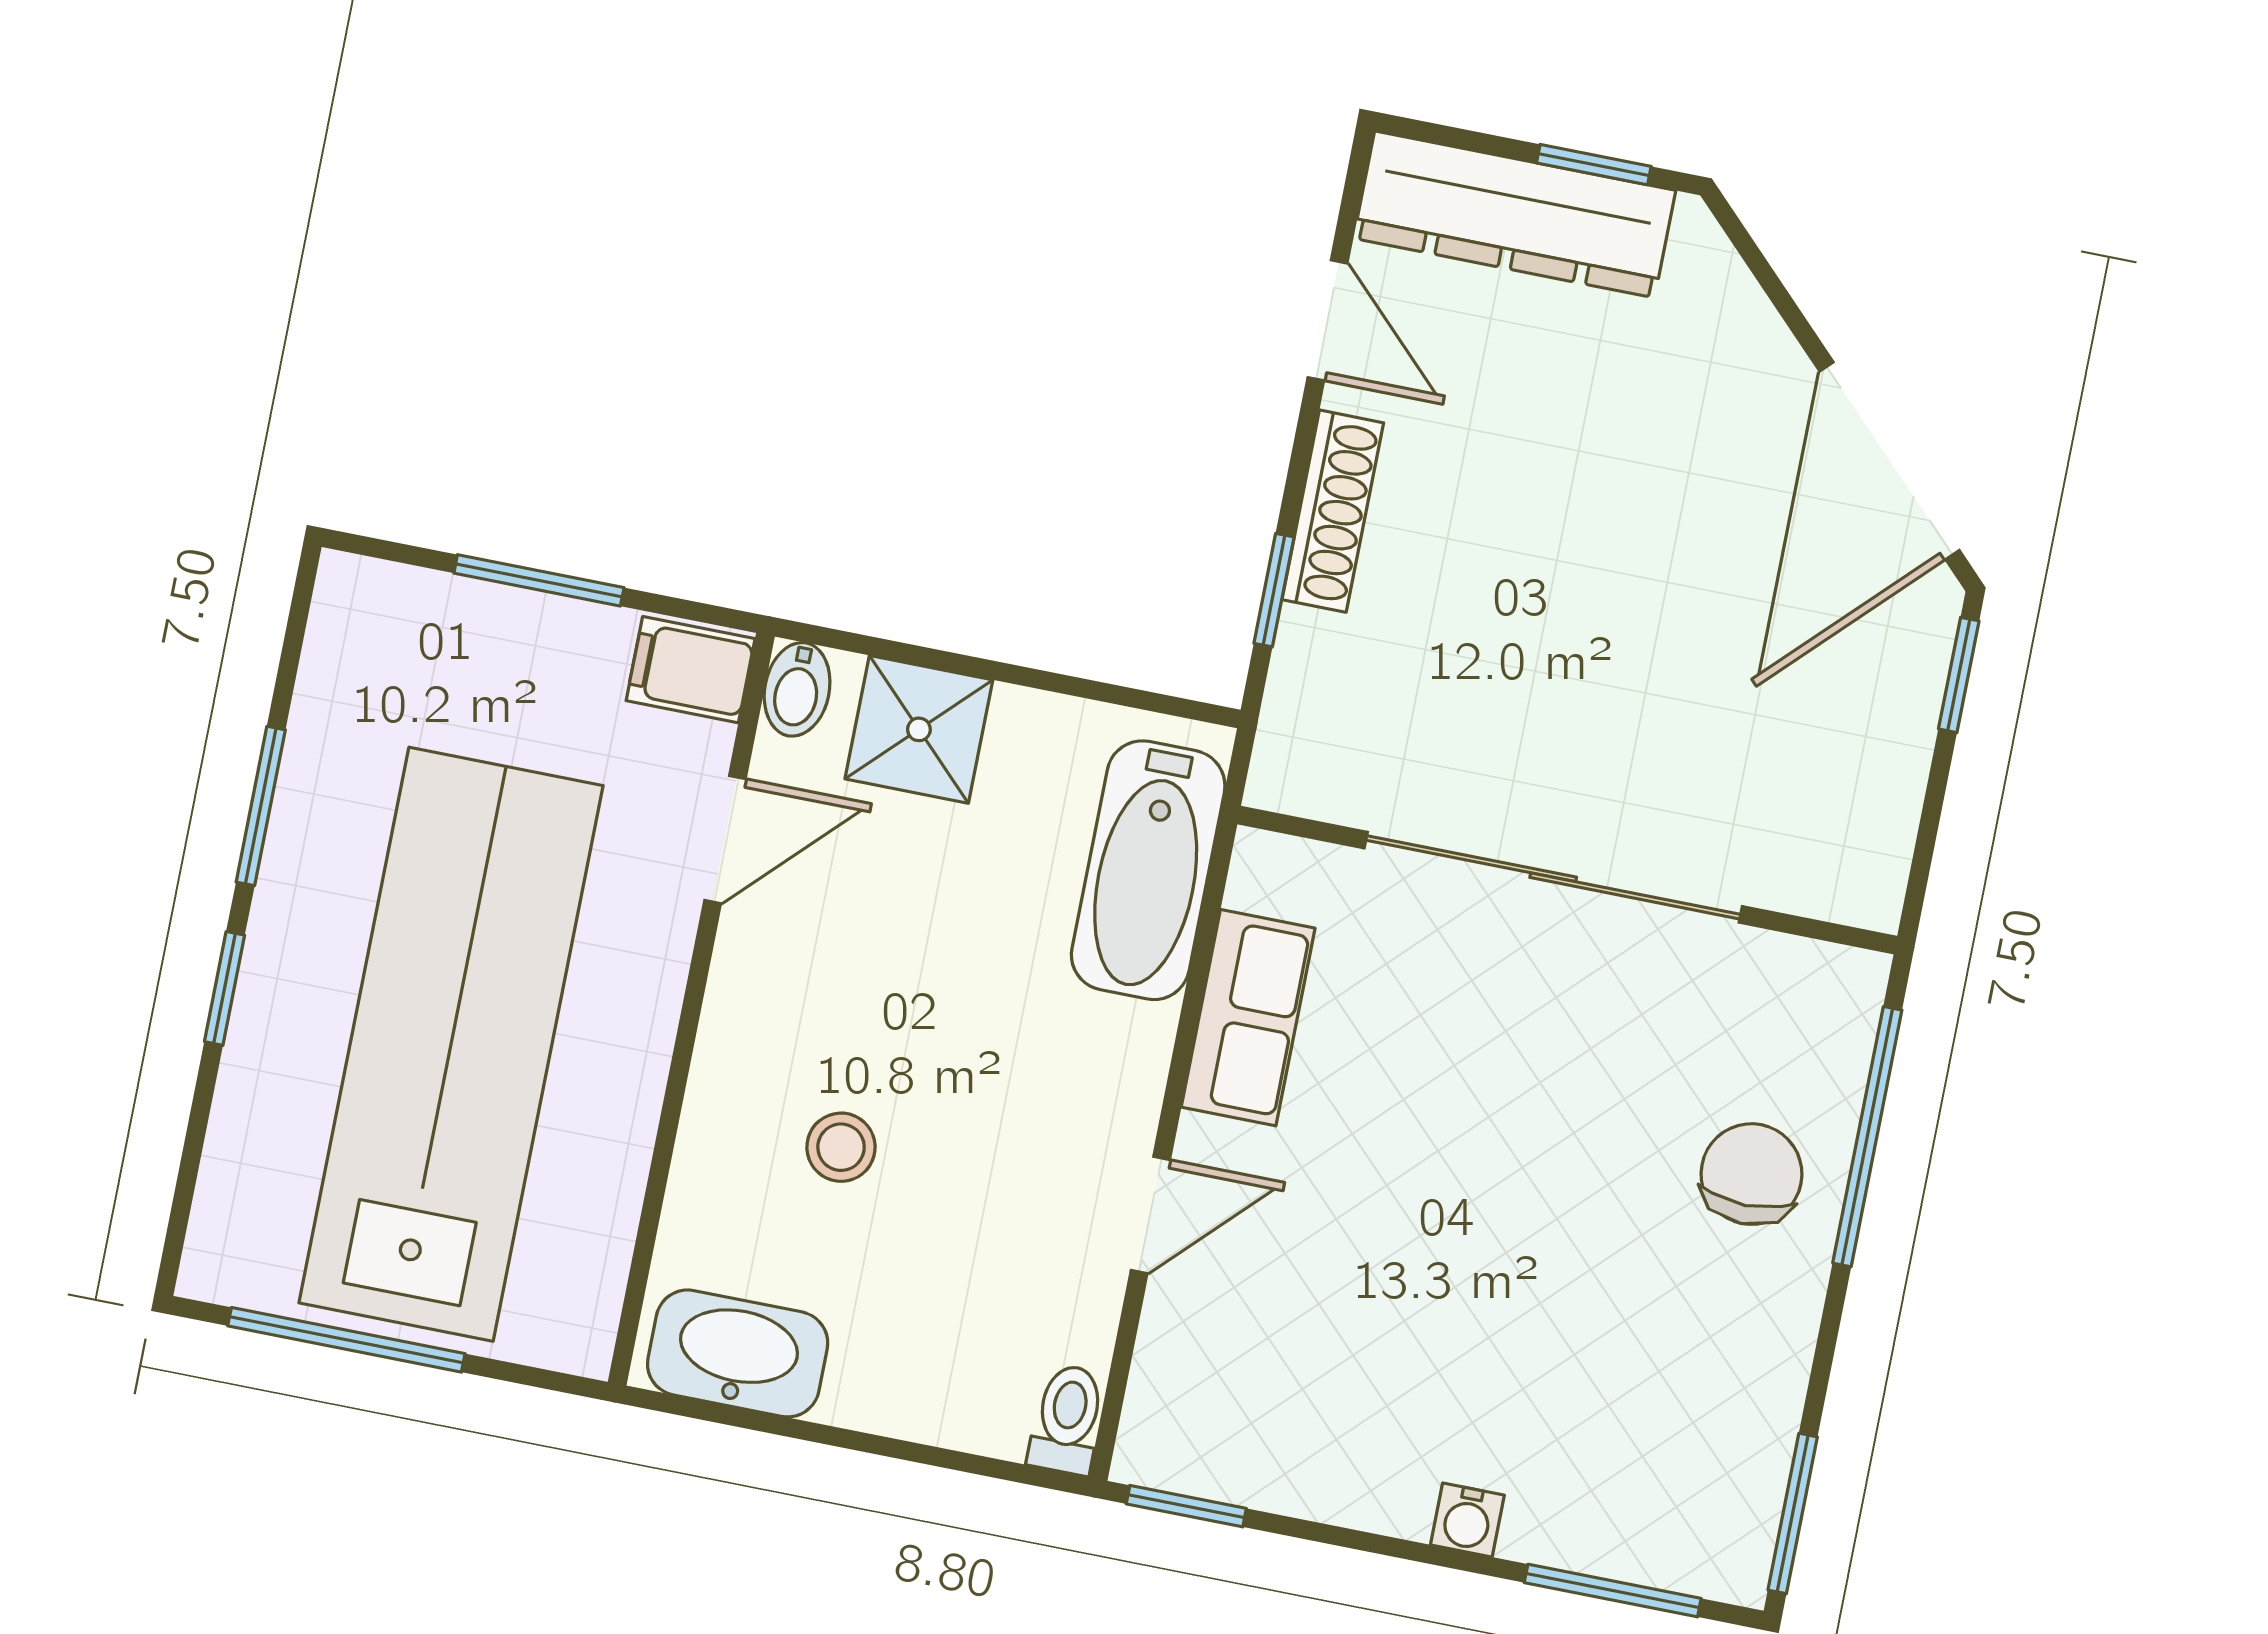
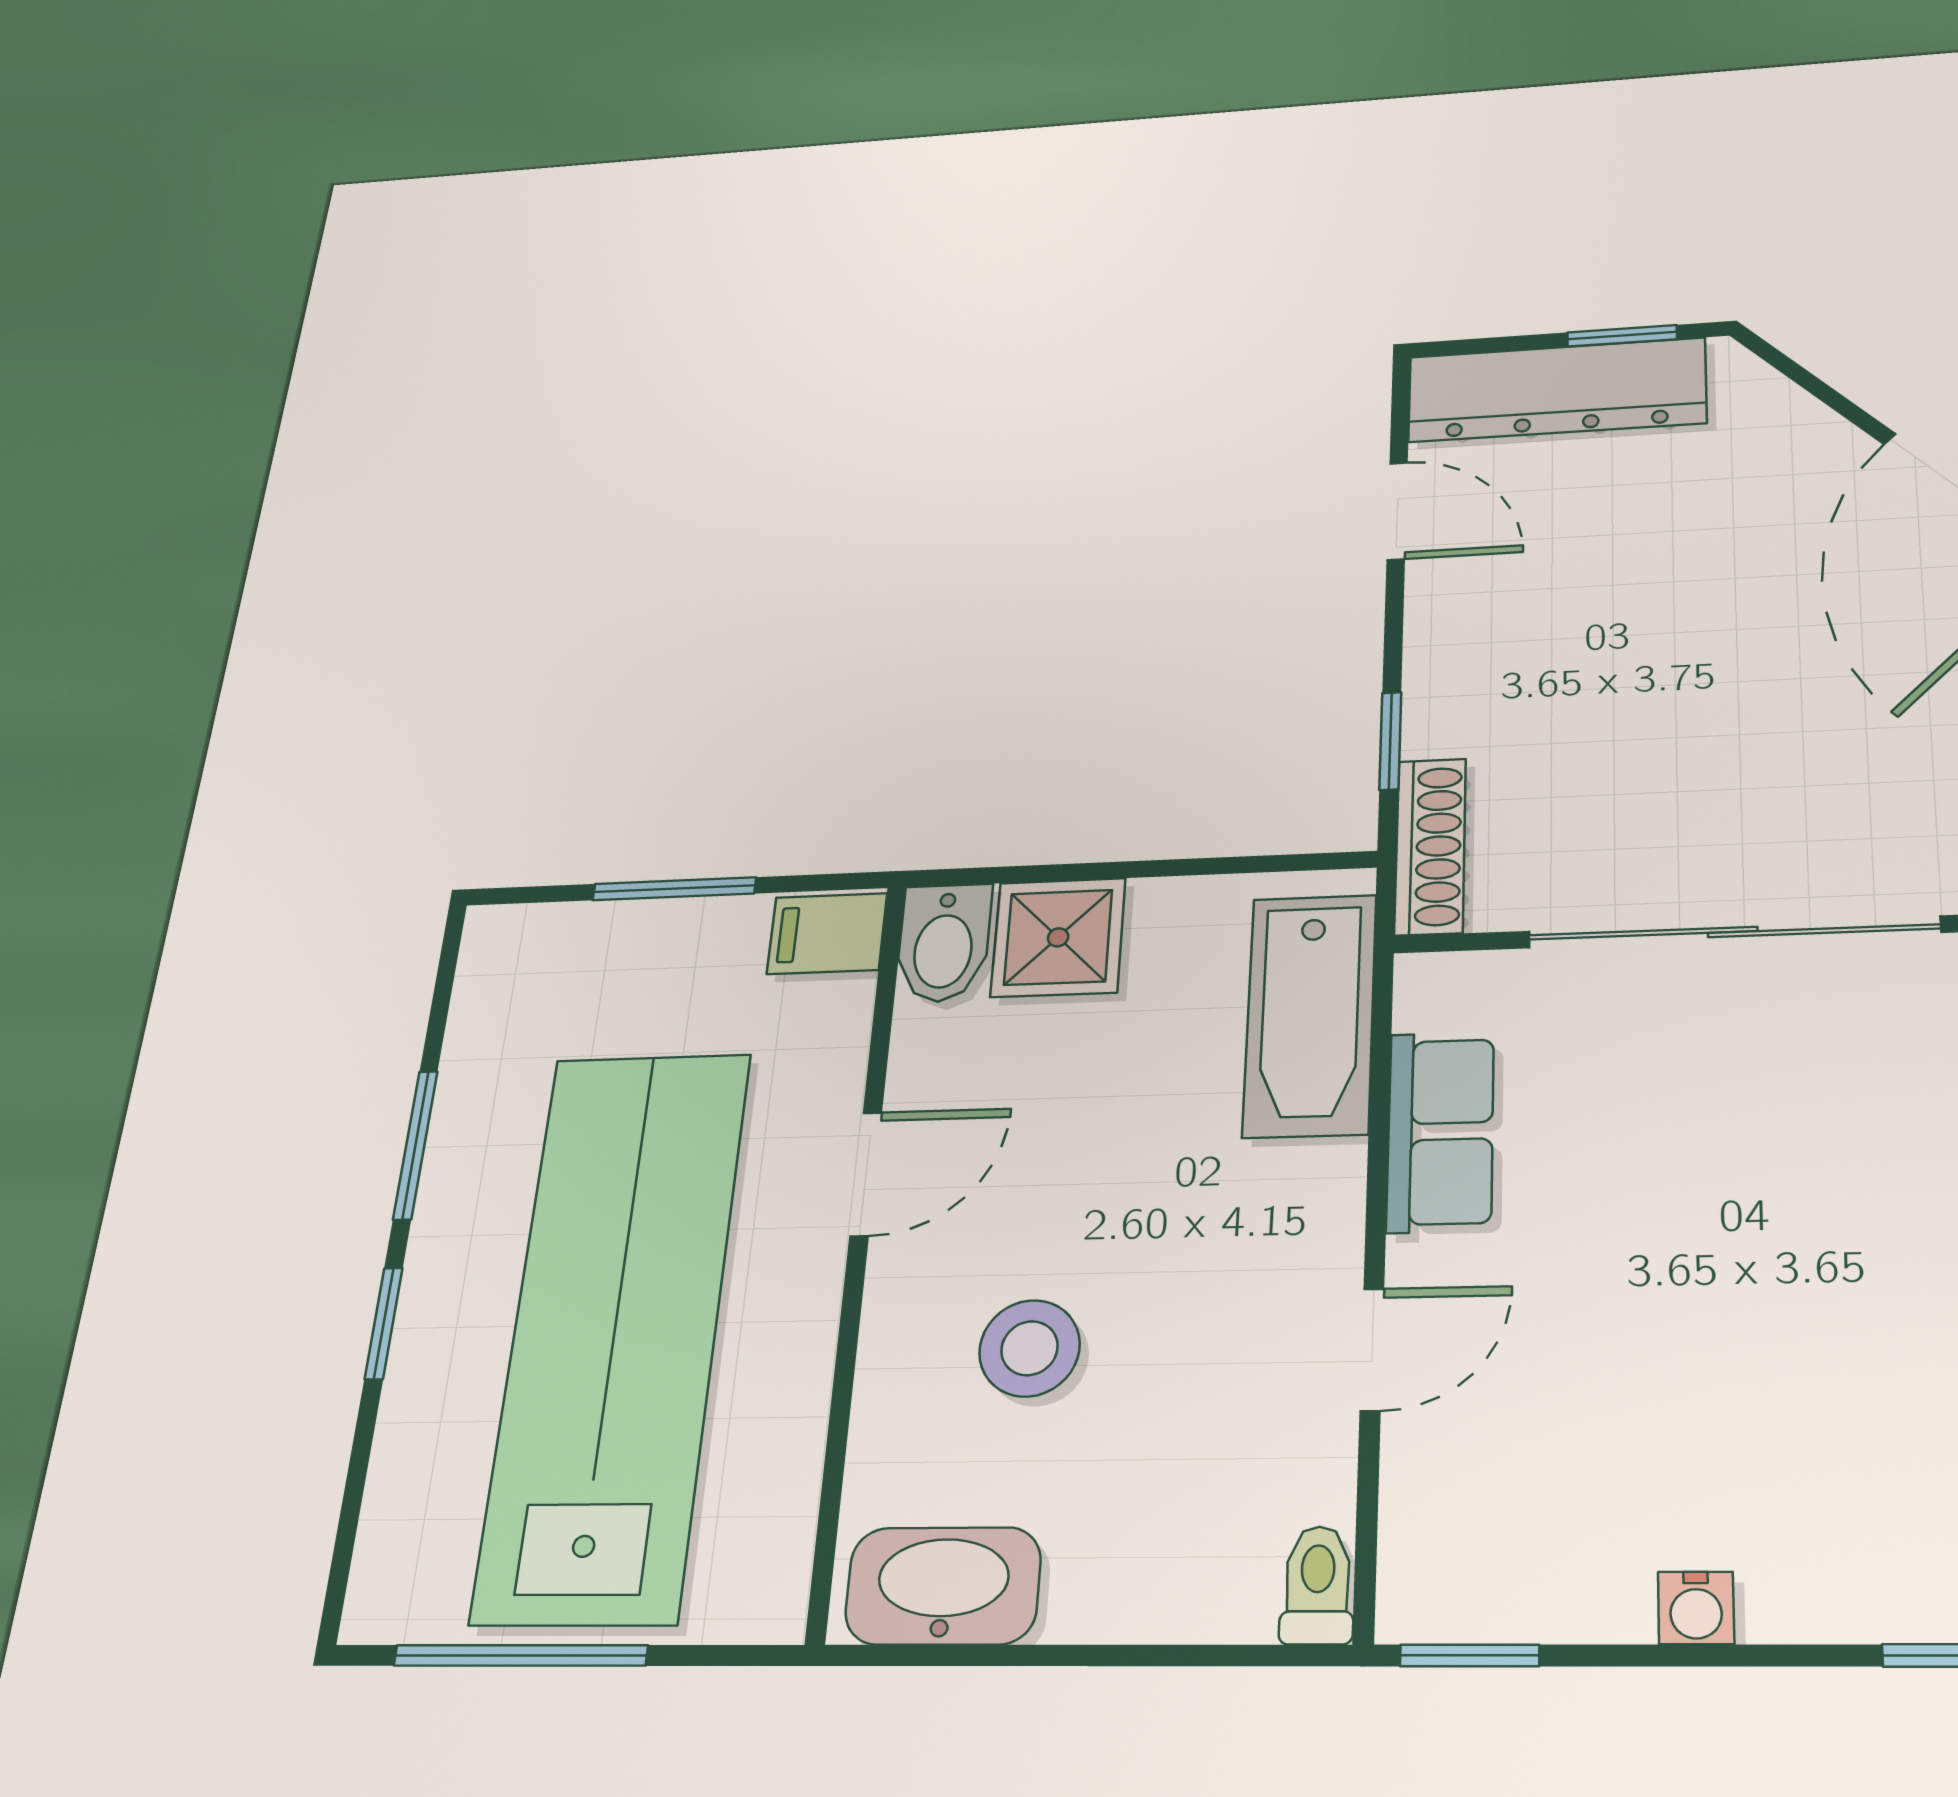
shoe rack: (1333, 511) -> (1430, 846), moved
bidet: (797, 689) -> (944, 943), width x1.38, depth x1.36
door: (725, 840) -> (866, 1174), moved
stool: (841, 1147) -> (1029, 1348), width x1.37, depth x1.37
water cooler: (1467, 1520) -> (1696, 1608), moved

